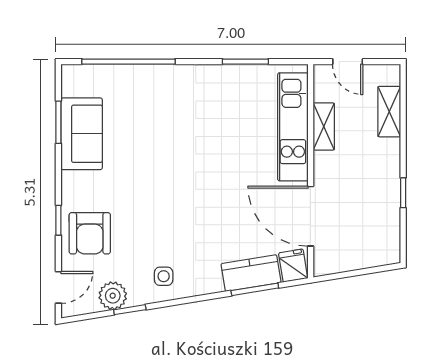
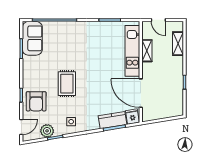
sofa: (82, 134) -> (32, 38), moved
rug: (155, 196) -> (67, 84), added

